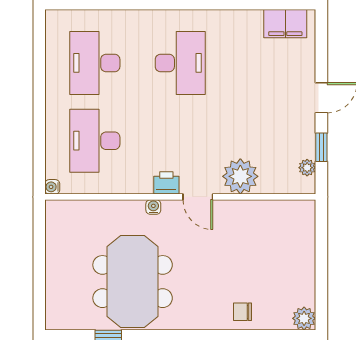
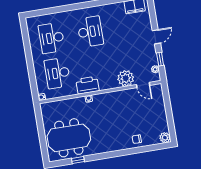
printer: (166, 183) -> (88, 85), width x1.87, depth x1.48
door: (198, 197) -> (143, 85), moved
meeting table: (133, 282) -> (69, 138), moved, turned 90

